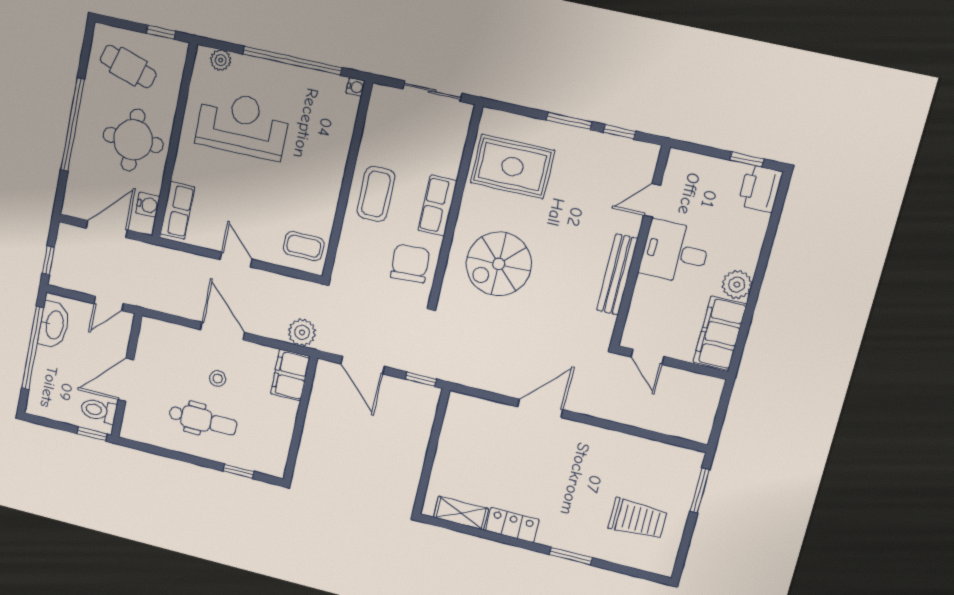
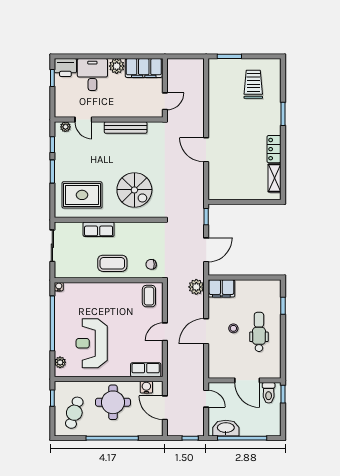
plant: (647, 164) -> (65, 127), added
rug: (512, 166) -> (82, 195), turned 90
row of seats: (438, 206) -> (99, 229), moved
desk: (675, 252) -> (92, 75), moved, turned 180
chair: (410, 263) -> (151, 264), moved, width x0.54, depth x0.54

